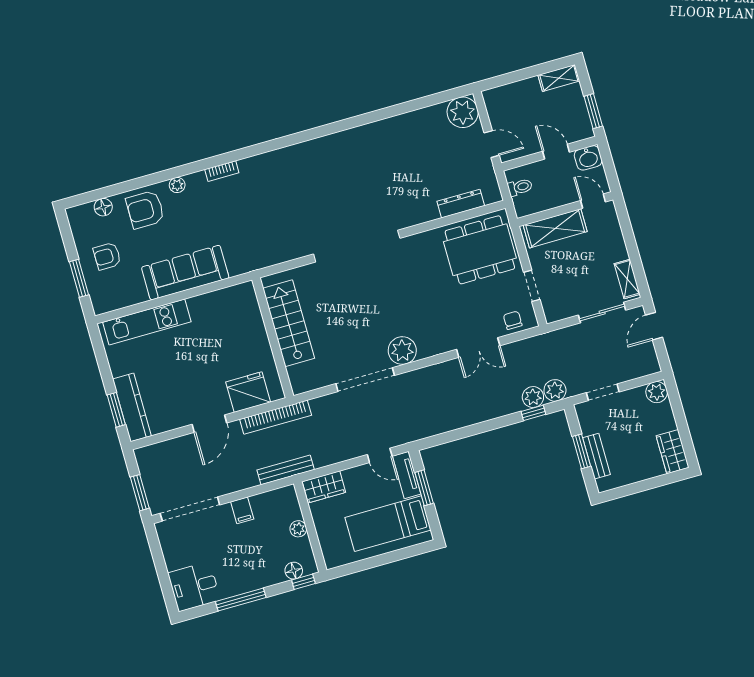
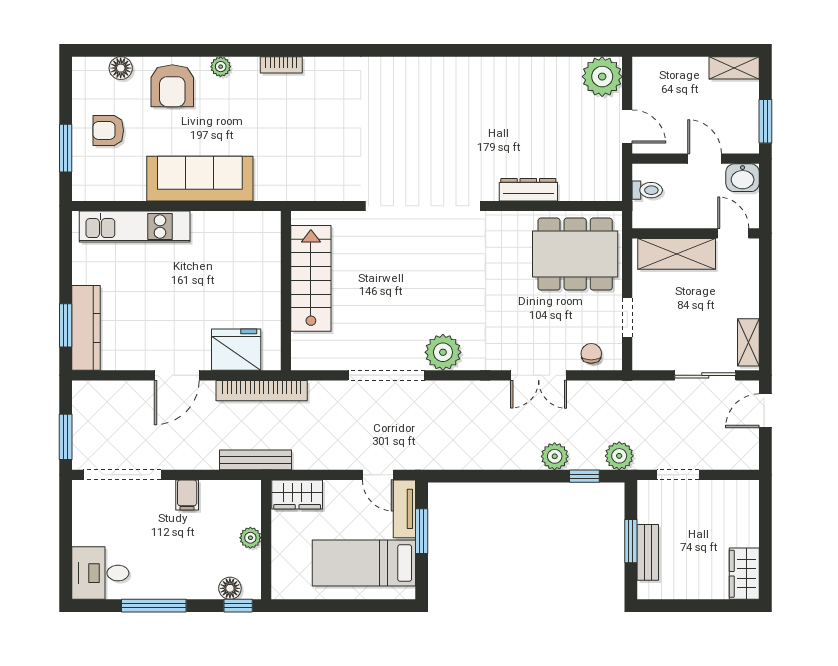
dresser: (461, 204) -> (528, 190), moved
armchair: (145, 209) -> (172, 86), turned -90
plant: (657, 392) -> (745, 494), removed
plant: (533, 397) -> (555, 456), moved

